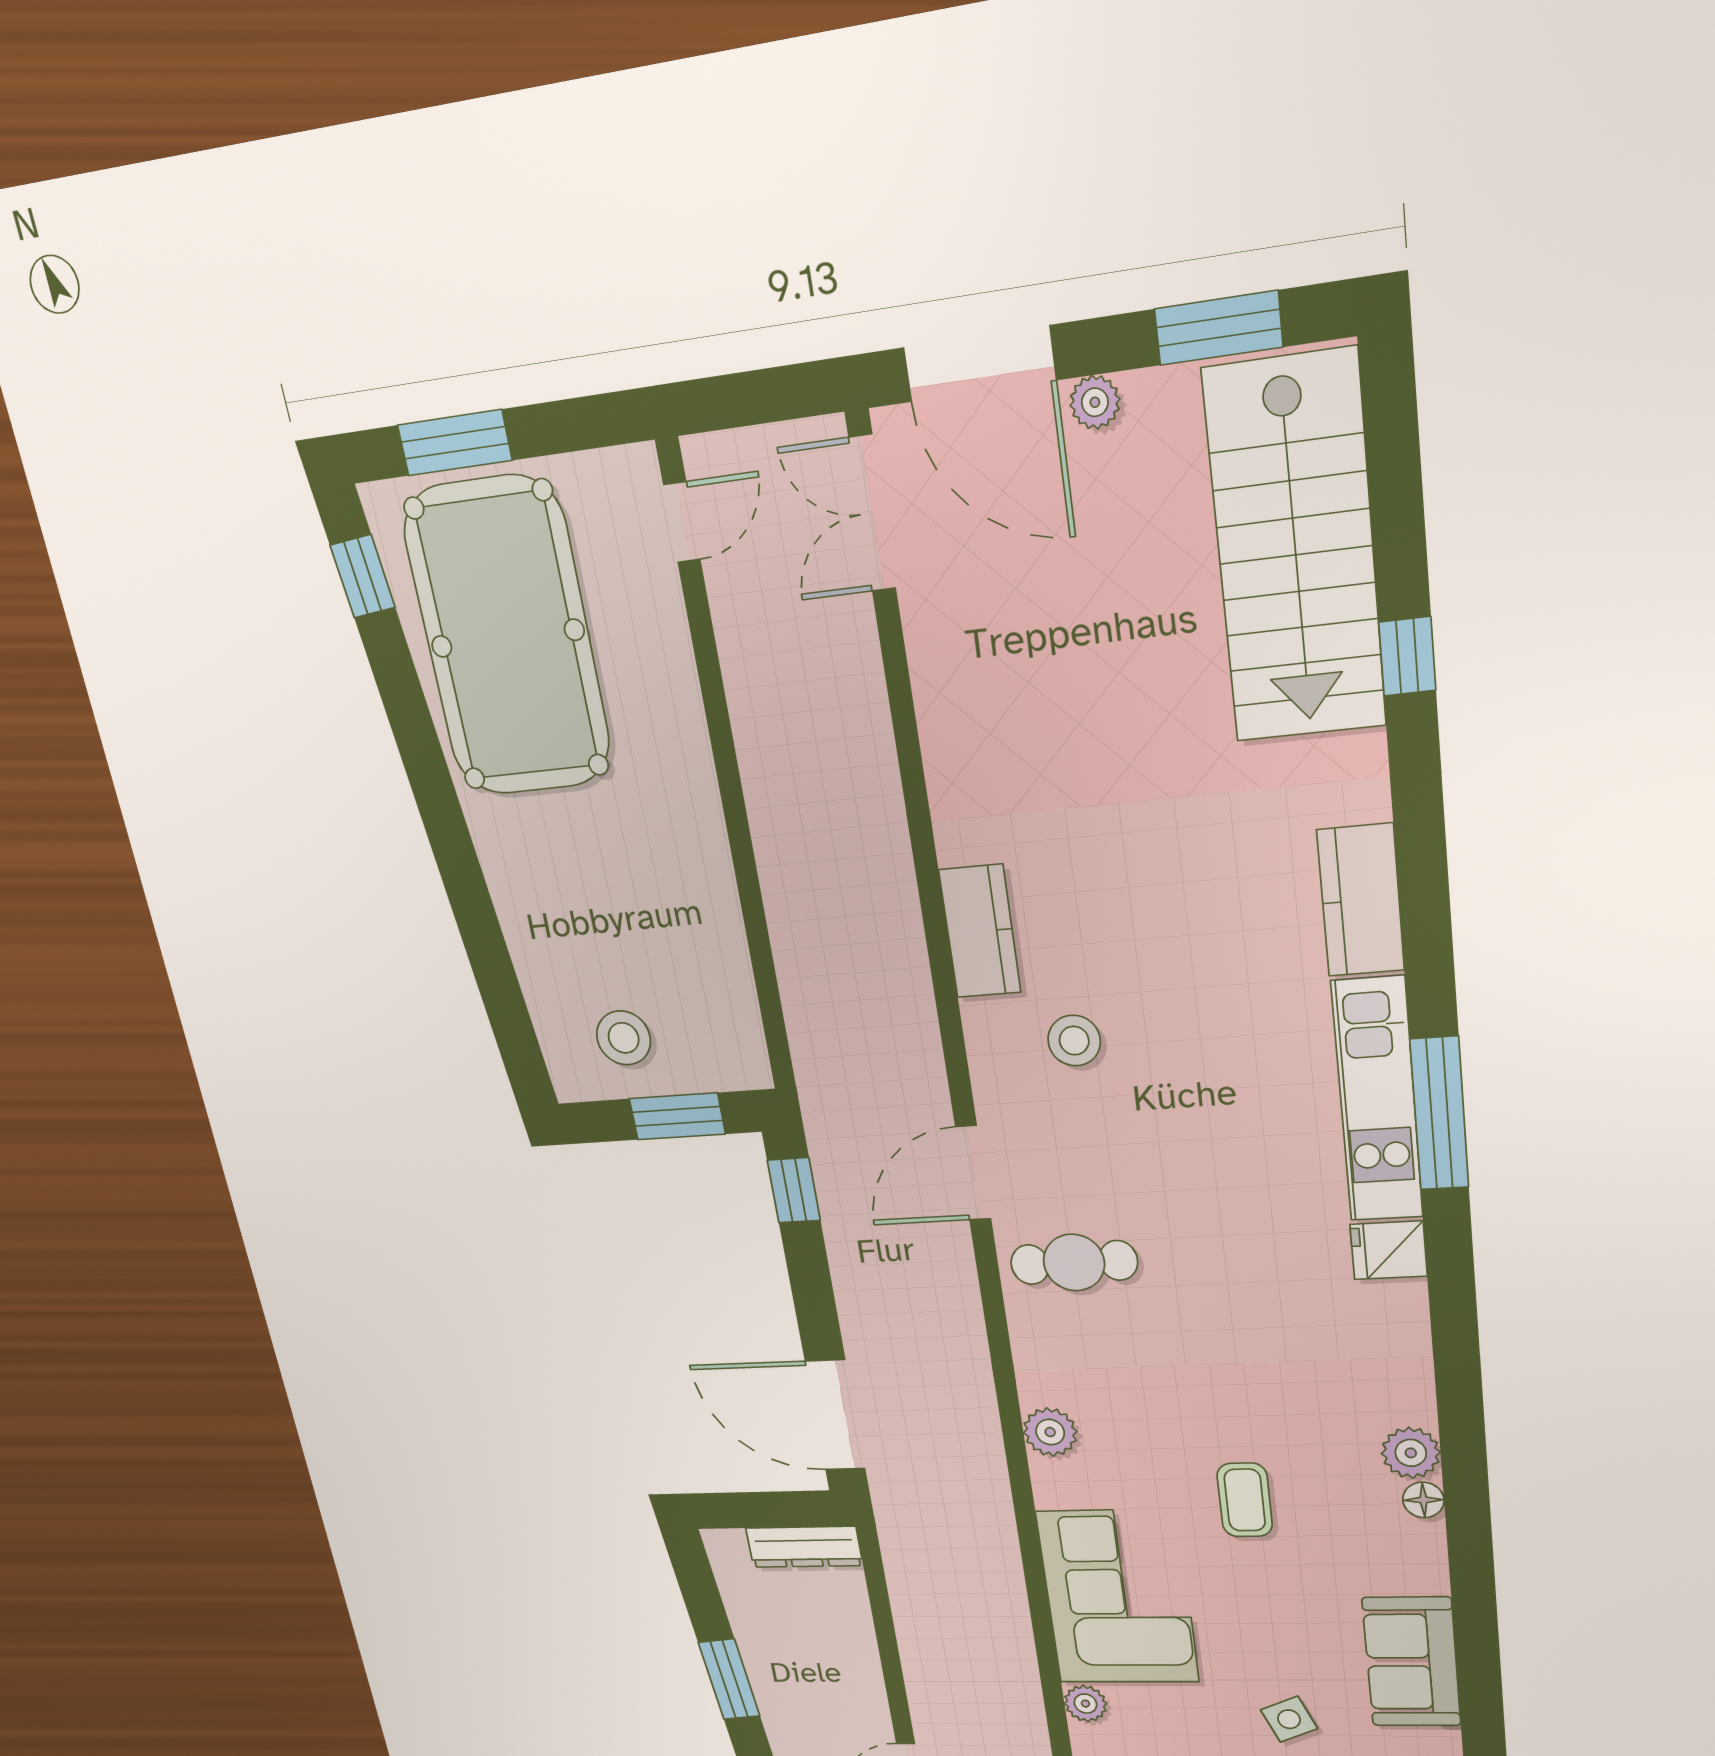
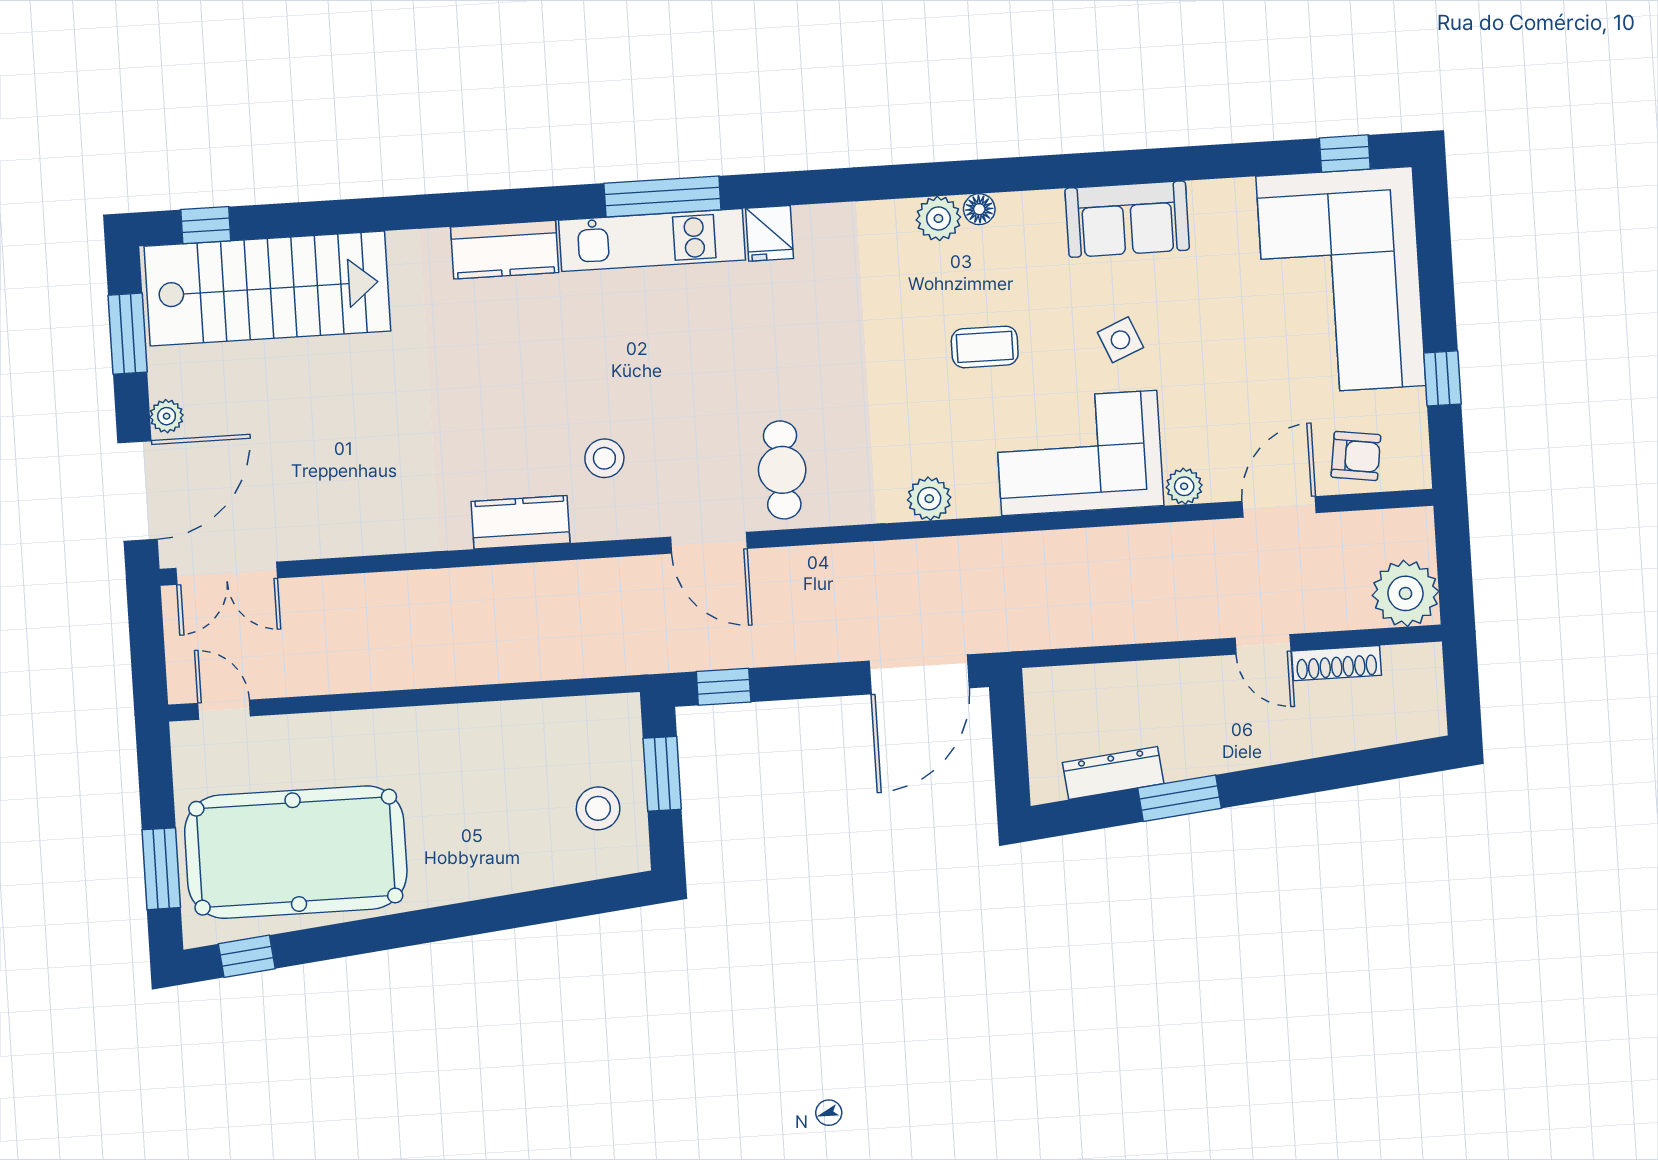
window: (1407, 656) -> (206, 225), moved
dresser: (804, 1547) -> (1113, 773), moved, turned -96
side table: (1289, 1719) -> (1120, 340), moved

